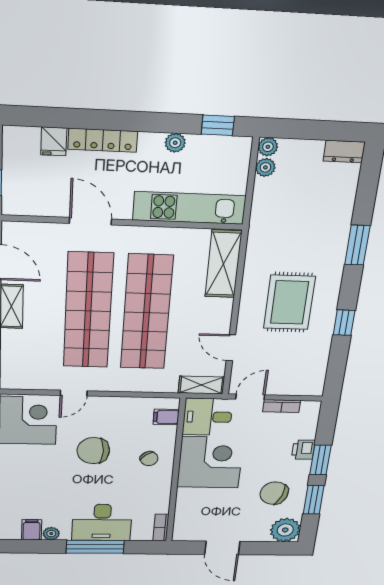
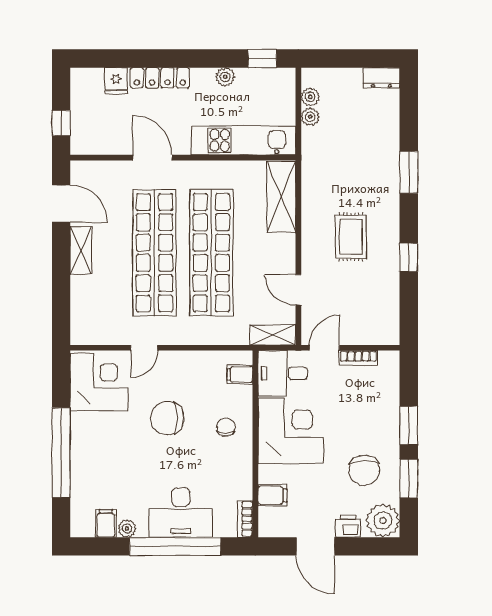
plant: (268, 147) -> (310, 117), moved
rug: (289, 302) -> (351, 237), width x0.73, depth x0.70
printer: (303, 450) -> (348, 526), moved, turned 90
chair: (149, 459) -> (226, 427), turned -143
chair: (274, 493) -> (364, 470), turned -109
filing cabinet: (188, 511) -> (272, 495), added
window: (95, 547) -> (175, 546), width x1.46

